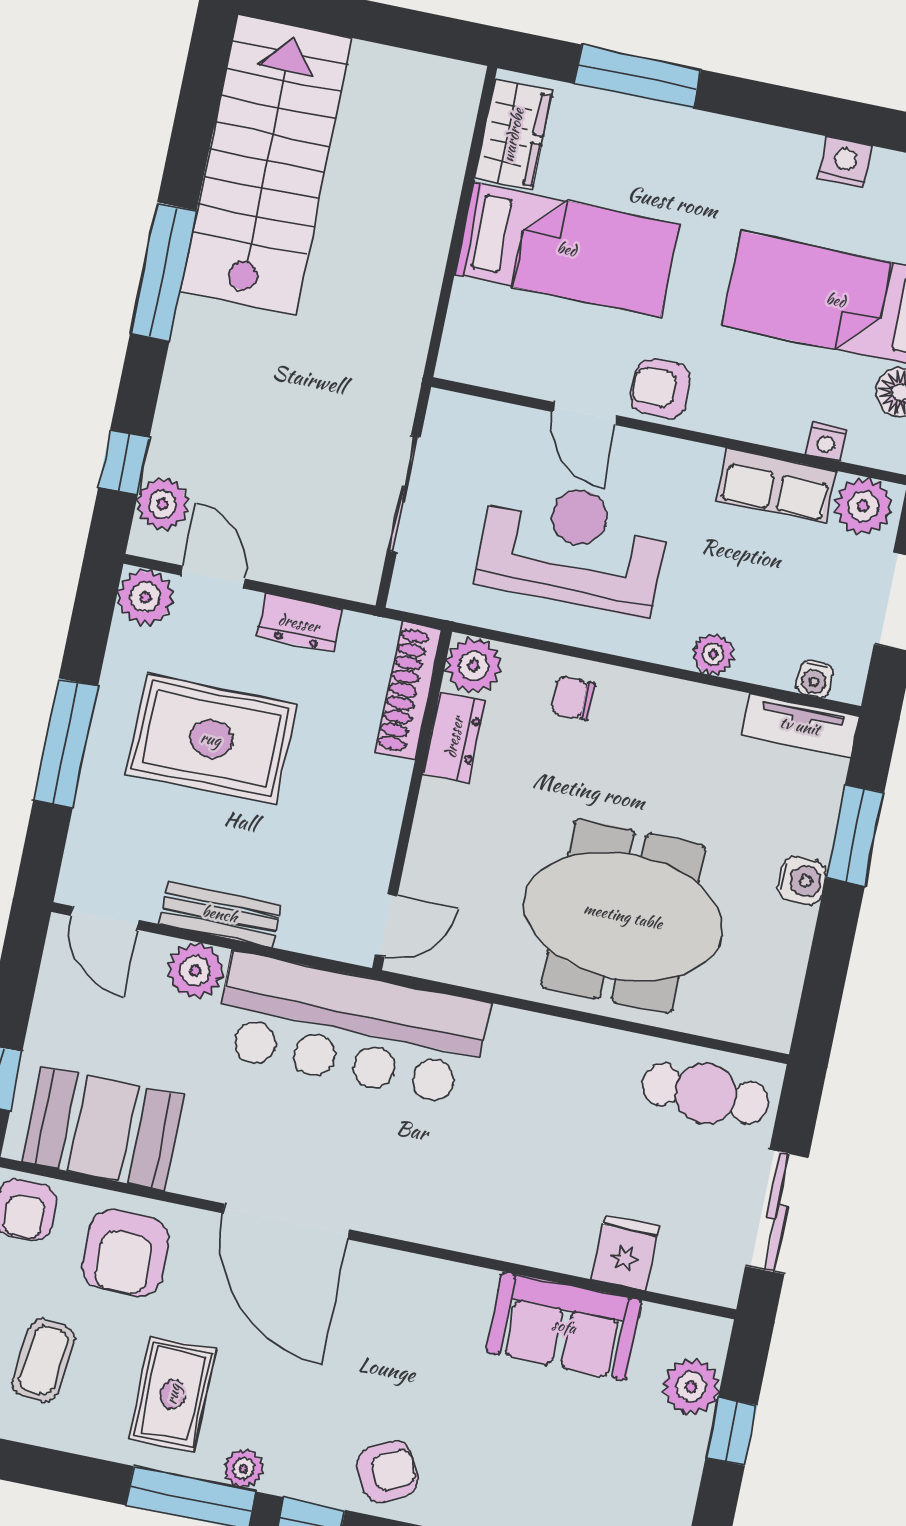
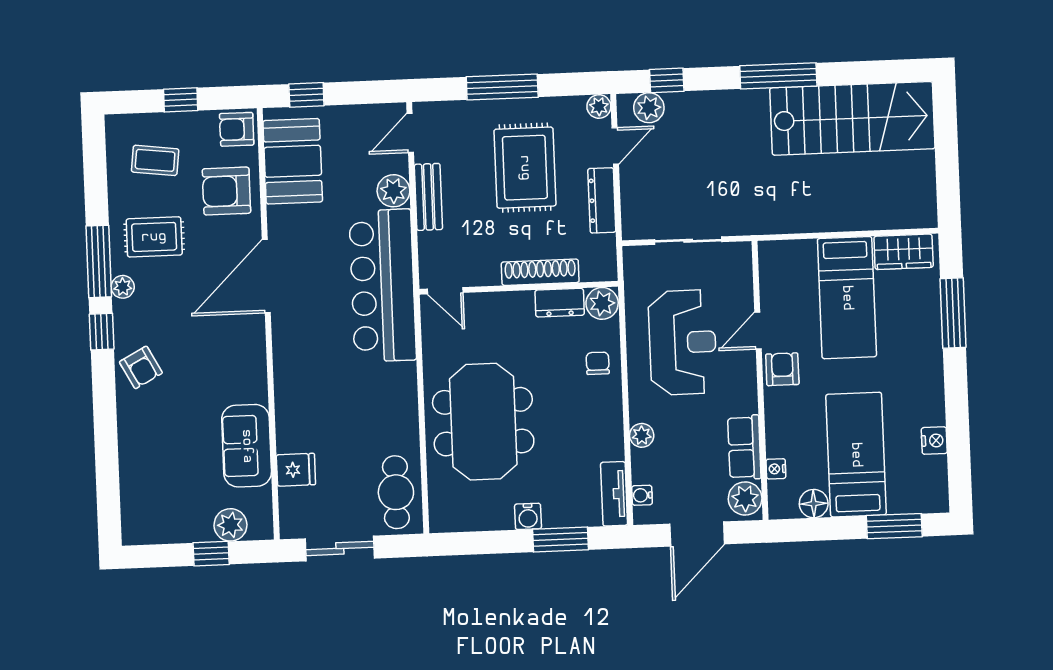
plant: (145, 597) -> (599, 106), width x0.73, depth x0.73
dresser: (299, 623) -> (602, 200), width x1.44
shoe rack: (408, 691) -> (540, 272), moved

